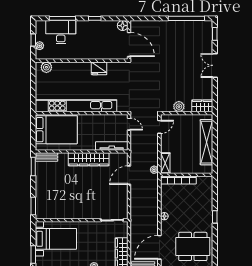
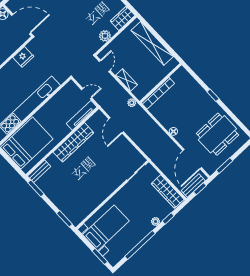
fridge: (99, 68) -> (23, 57), moved
door: (129, 124) -> (87, 94), moved
shelving: (165, 163) -> (126, 80), moved

